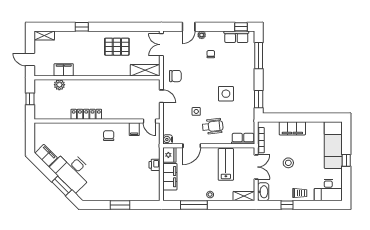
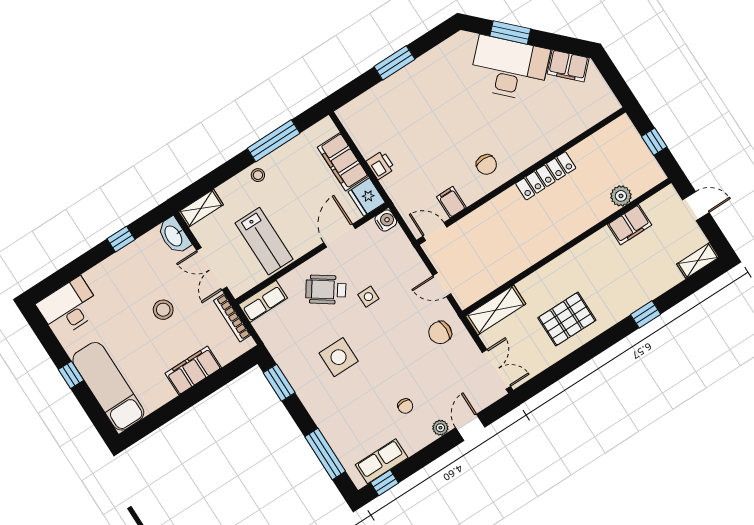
wheelchair: (213, 126) -> (326, 290), turned 41
trolley: (300, 193) -> (113, 272), removed

